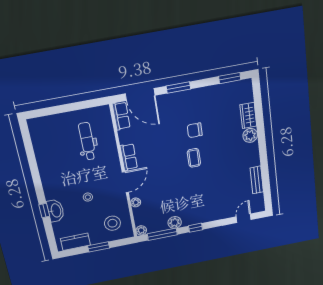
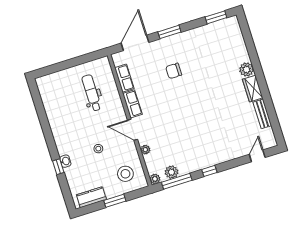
door: (140, 94) -> (135, 43), swing flipped
row of seats: (121, 116) -> (124, 78), moved
wardrobe: (248, 116) -> (253, 89), moved
chair: (195, 130) -> (174, 71), moved
coffee table: (194, 158) -> (195, 98), removed
door: (125, 182) -> (133, 130), swing flipped
washbasin: (56, 211) -> (65, 161), width x0.52, depth x0.69
plant: (175, 222) -> (171, 172), moved

